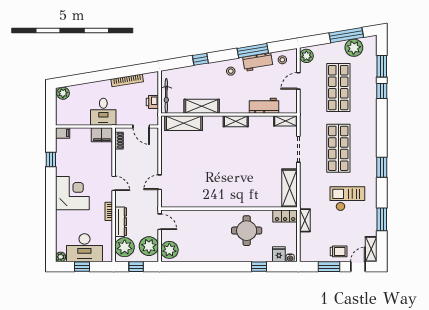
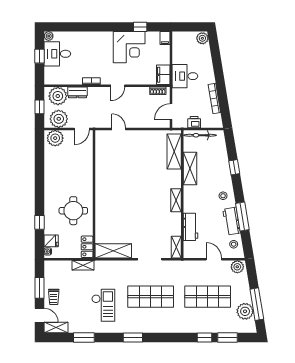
corner desk: (72, 193) -> (129, 47), moved
dresser: (121, 222) -> (77, 92), width x0.70
desk: (84, 248) -> (57, 54), width x0.73

